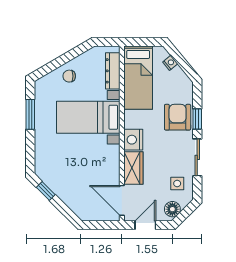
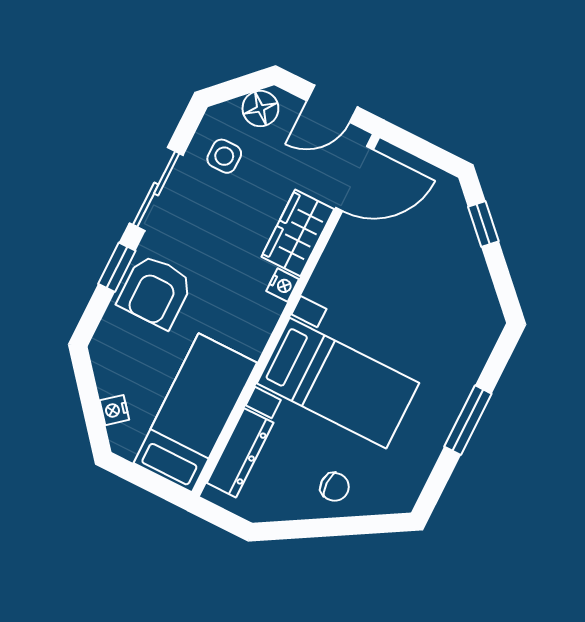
window: (30, 114) -> (468, 420), moved
nightstand: (133, 140) -> (283, 285), width x0.53, depth x0.56
window: (46, 191) -> (483, 224), moved
door: (122, 200) -> (355, 179), hinge flipped

